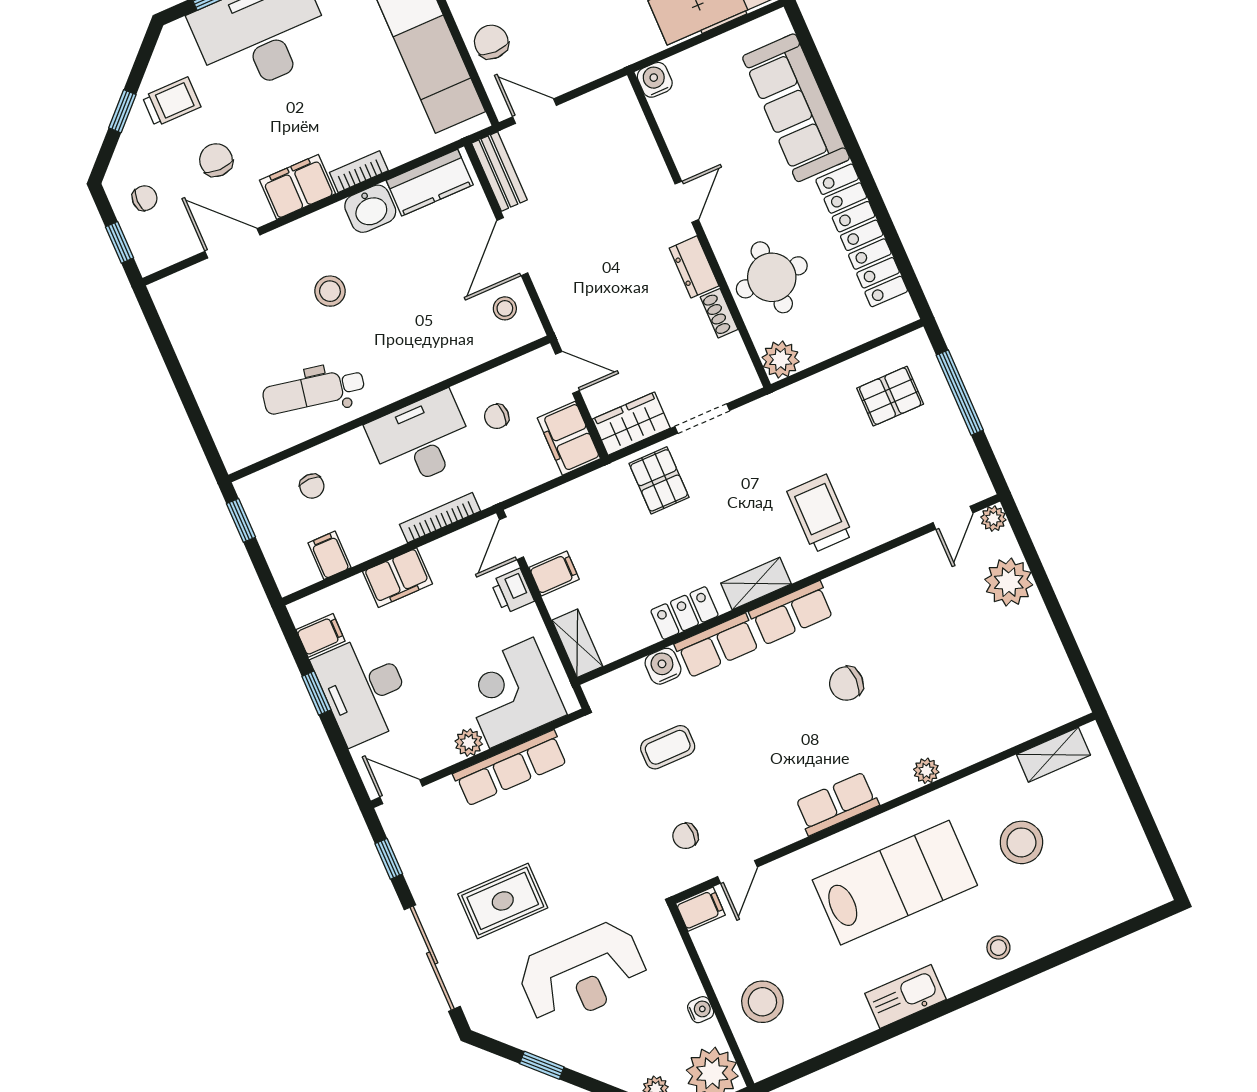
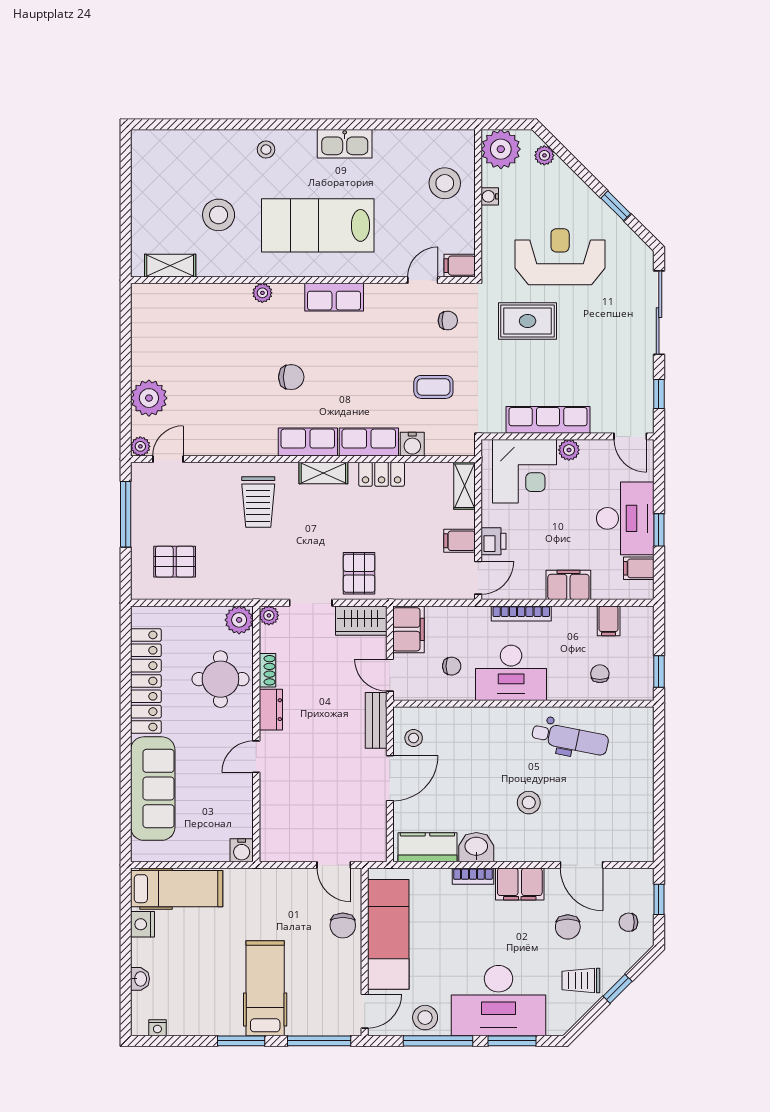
bench: (499, 172) -> (376, 720), moved
plant: (747, 381) -> (269, 615), added
window: (960, 393) -> (126, 514), moved
rug: (503, 901) -> (528, 321), moved

